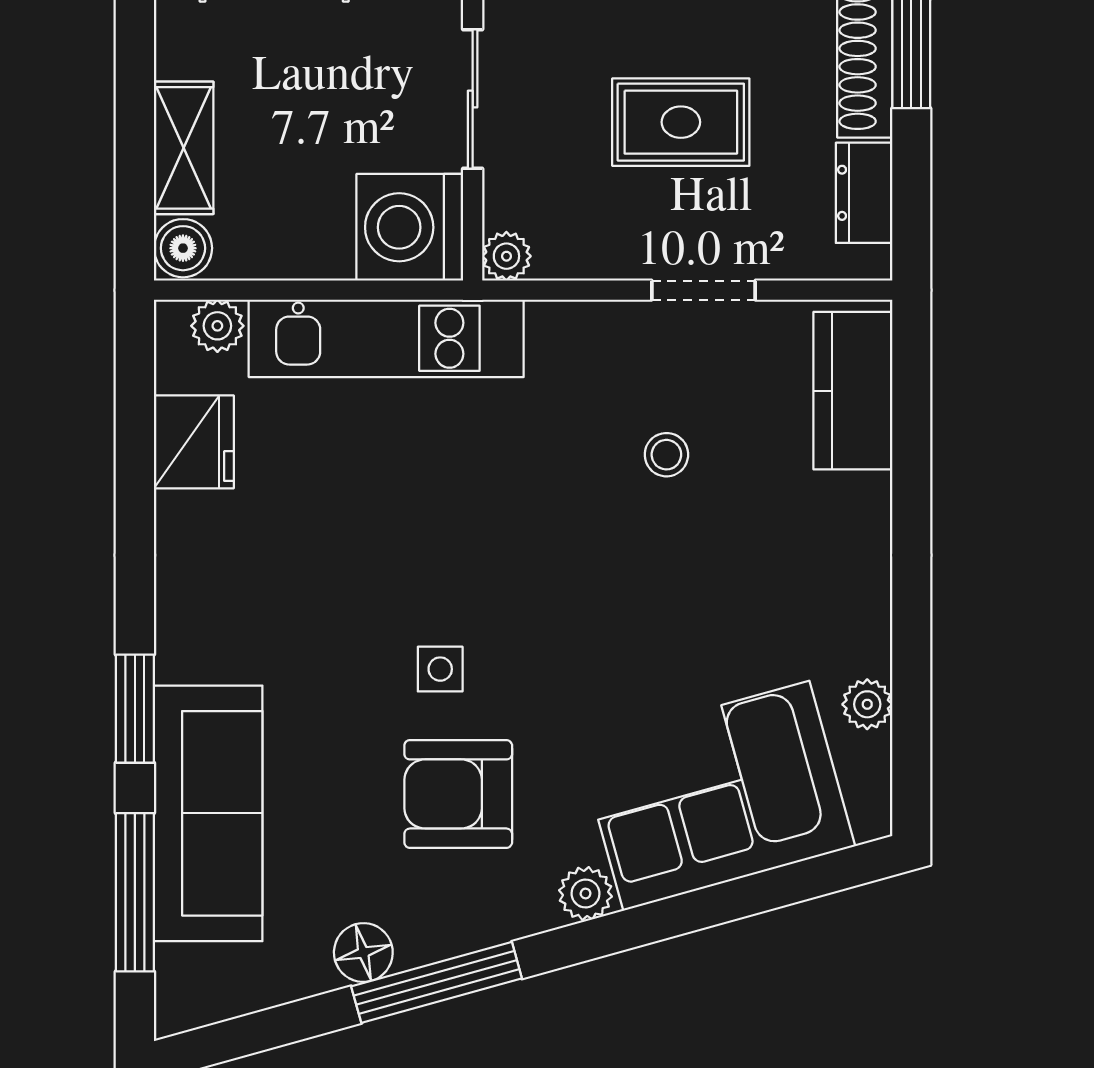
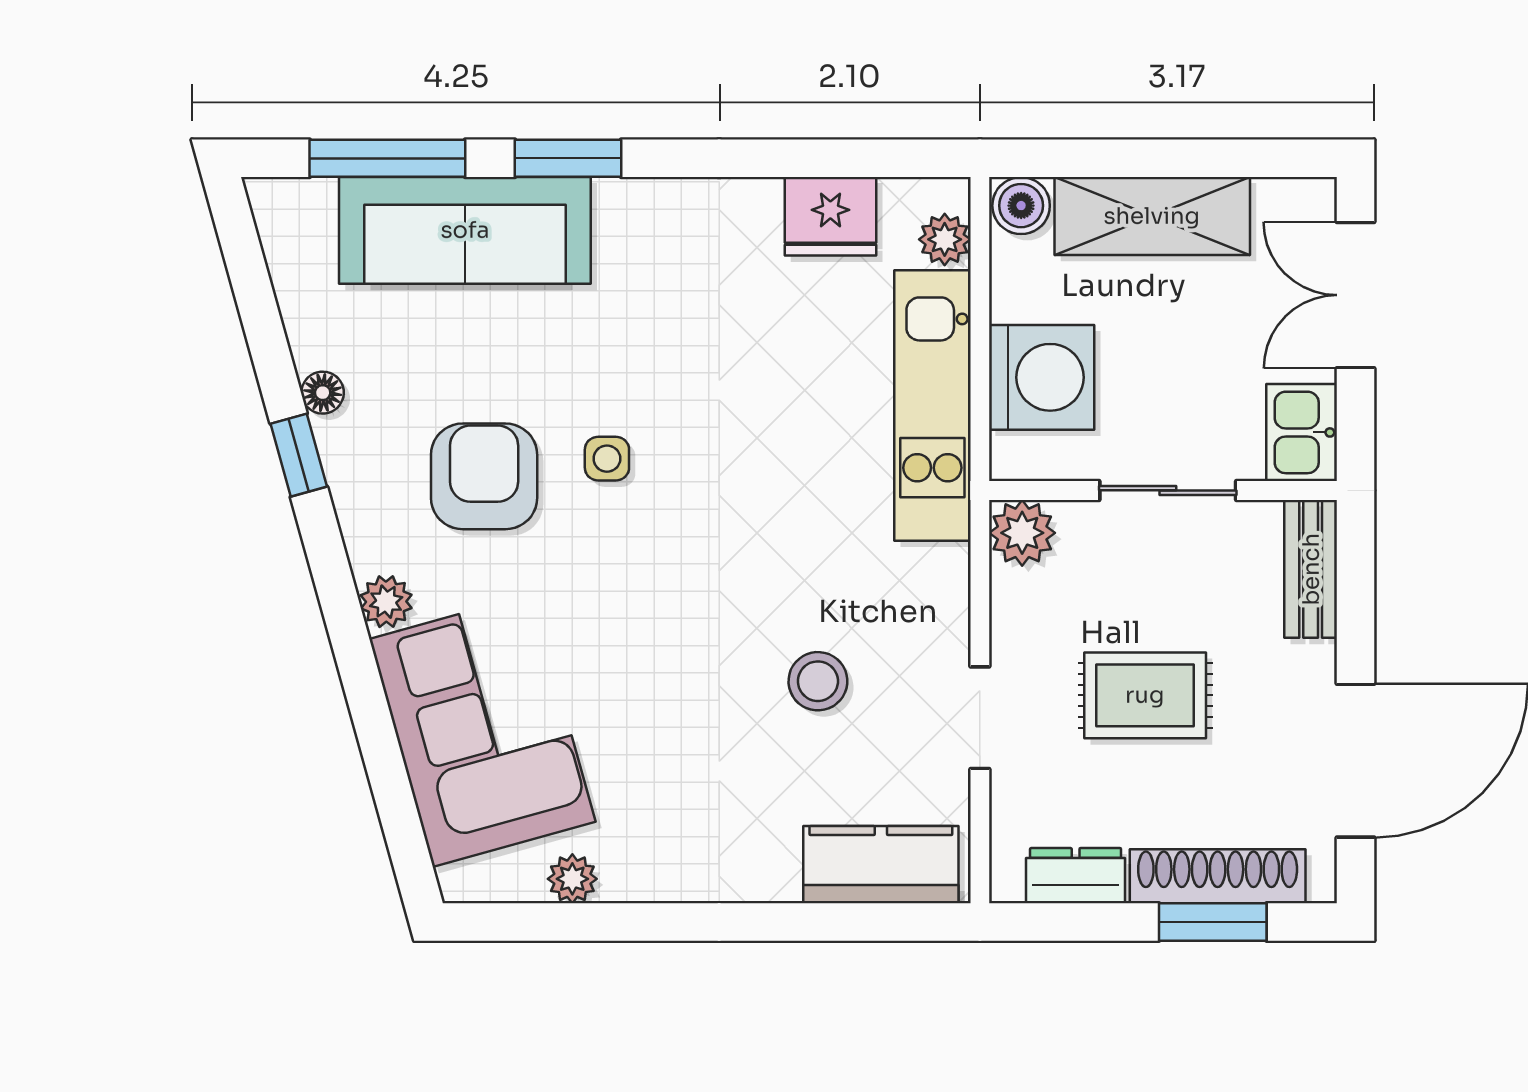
rug: (681, 122) -> (1145, 695), turned 90
shelving: (184, 148) -> (1152, 216), width x1.50, depth x1.33
washing machine: (410, 227) -> (1042, 377), moved, turned 90
plant: (506, 256) -> (1022, 533), width x1.38, depth x1.38
stool: (666, 455) -> (818, 681), width x1.37, depth x1.37
floor lamp: (363, 953) -> (323, 393), width x0.73, depth x0.73
window: (437, 982) -> (299, 455), width x0.46

